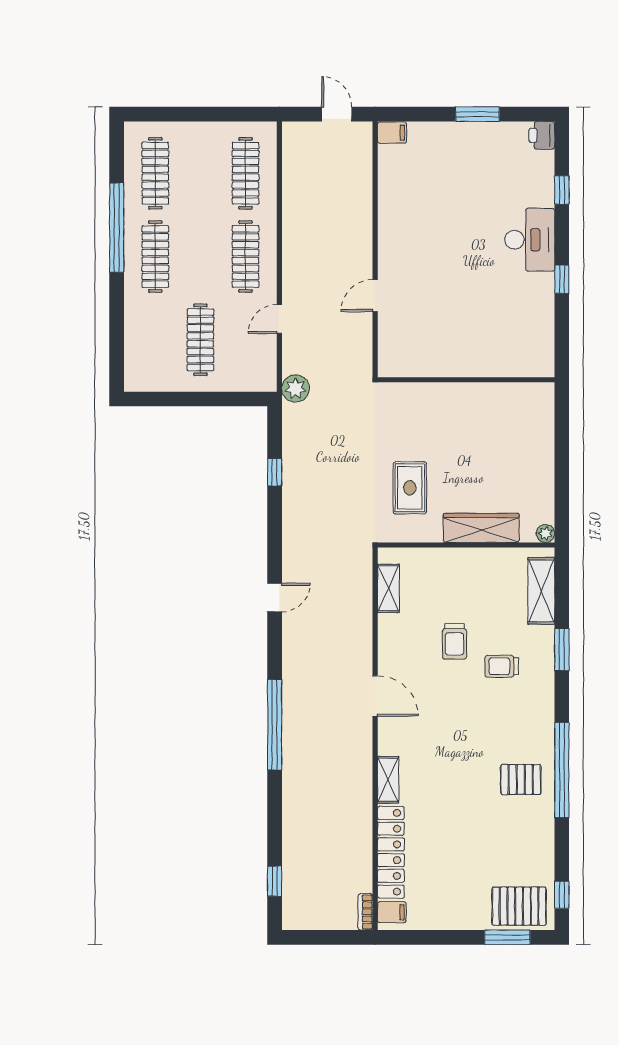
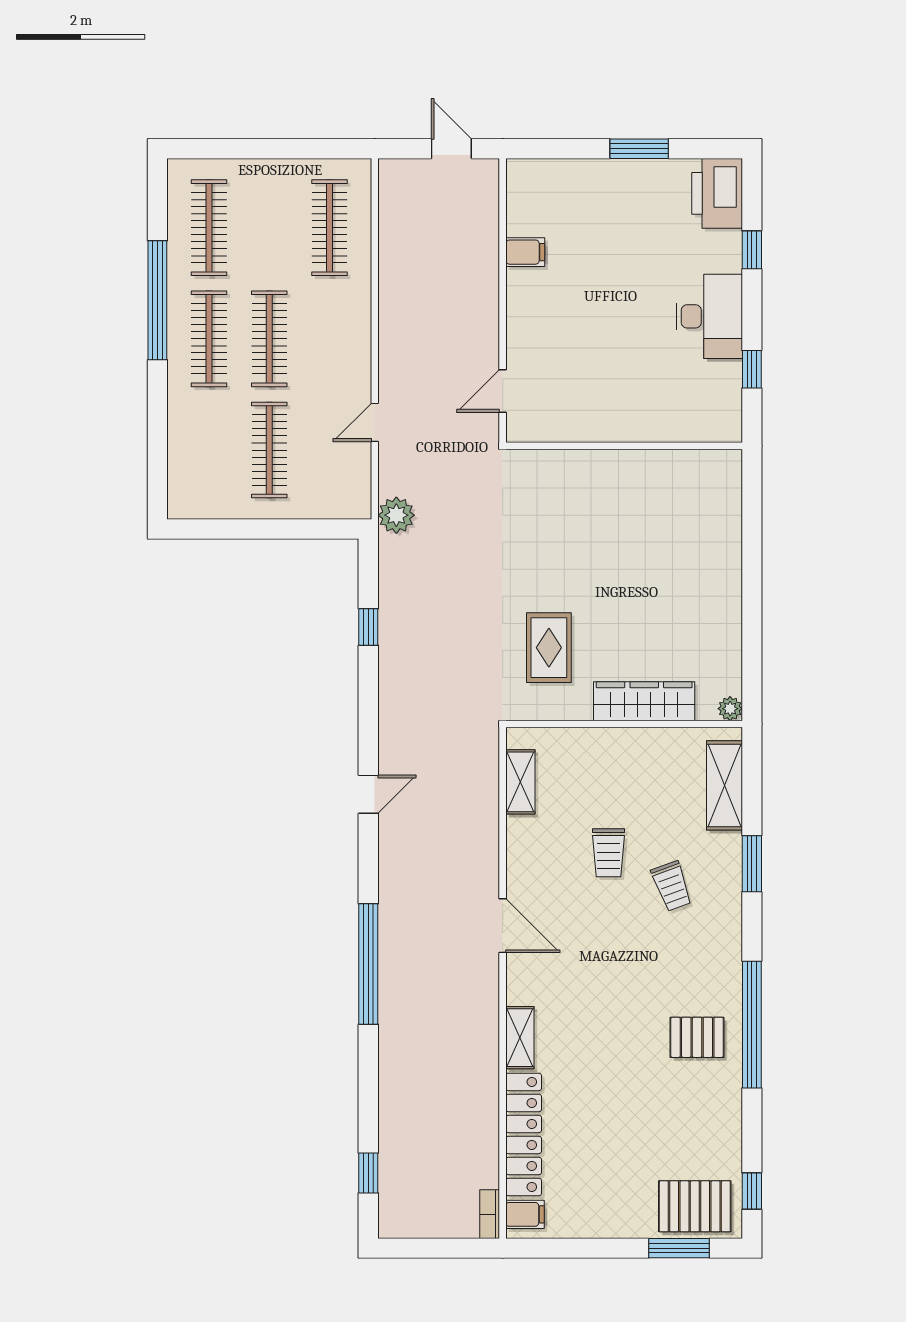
filing cabinet: (392, 133) -> (525, 252), moved
printer: (542, 135) -> (717, 193), width x1.87, depth x1.48
clothes rail: (246, 257) -> (269, 339), moved
wall: (466, 380) -> (624, 446), moved
trolley: (502, 666) -> (672, 886), turned -110

